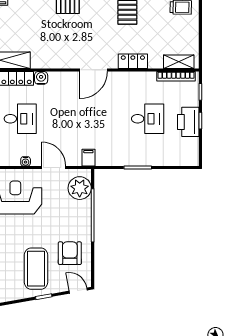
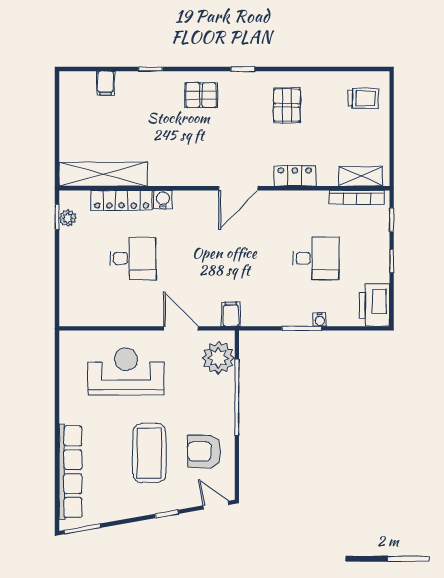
printer: (188, 122) -> (374, 305), moved
water cooler: (26, 161) -> (320, 320), moved
armchair: (70, 253) -> (204, 451), turned -90
coffee table: (36, 269) -> (149, 453), moved

